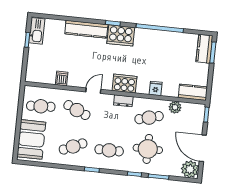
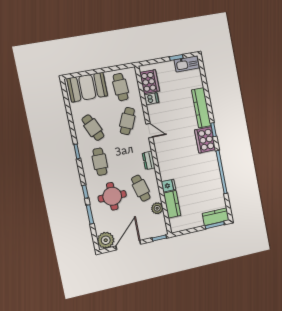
cooker: (124, 84) -> (150, 82), moved
kitchen counter: (193, 92) -> (172, 204), moved

